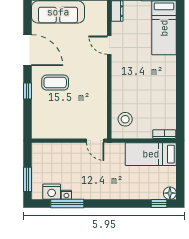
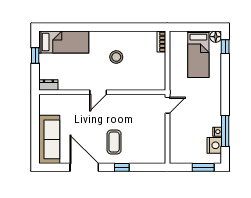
door: (109, 45) -> (98, 92), moved
door: (27, 50) -> (84, 167), hinge flipped
stool: (125, 119) -> (116, 57), moved
bed: (151, 154) -> (198, 54), moved

